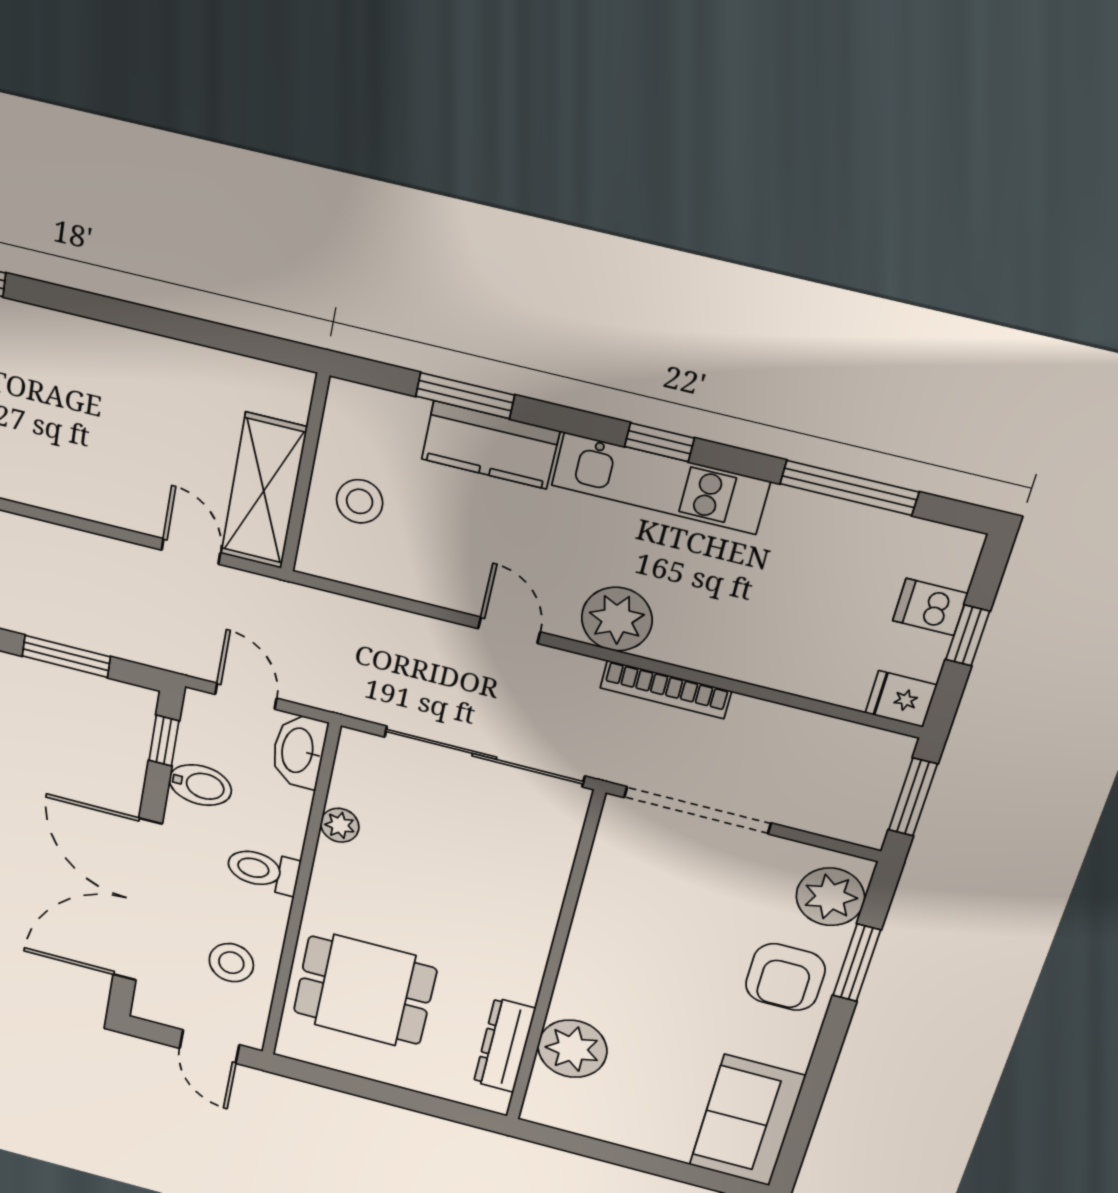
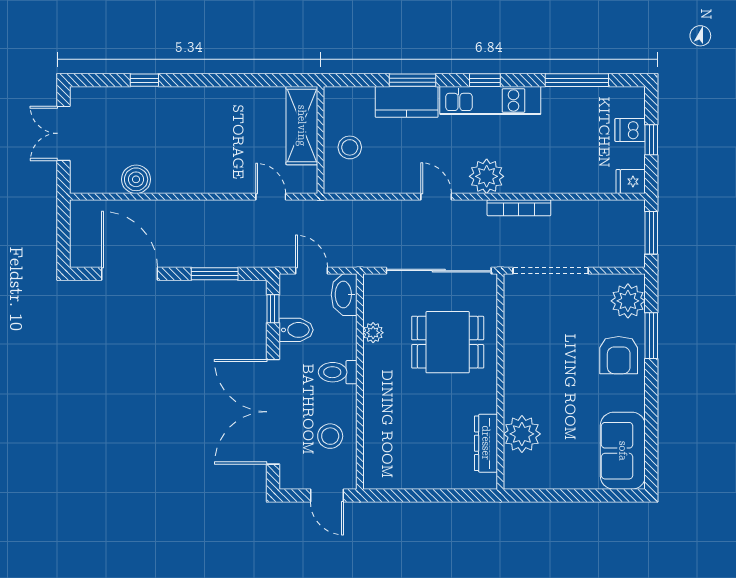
window: (465, 396) -> (412, 80), moved
shelving: (264, 491) -> (302, 126), moved
dining table: (365, 990) -> (448, 342), moved

